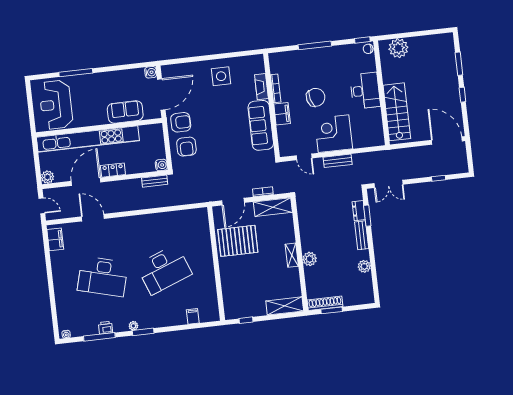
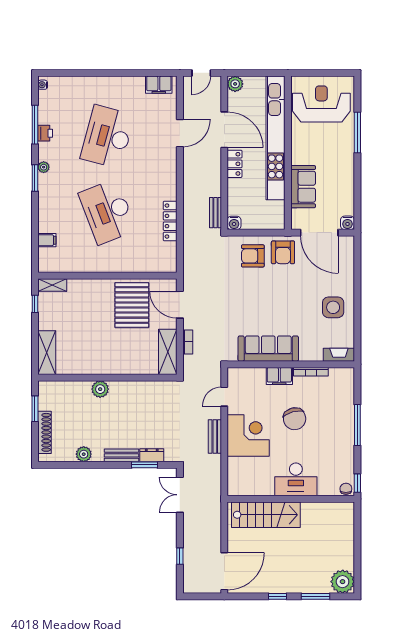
plant: (398, 48) -> (343, 582), moved
fireplace: (261, 87) -> (339, 355), moved
locker: (166, 217) -> (170, 221), added
shelving: (292, 255) -> (52, 285), moved
shoe rack: (325, 303) -> (44, 432), moved

